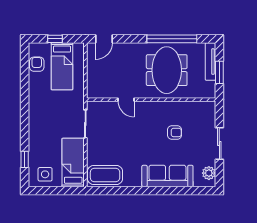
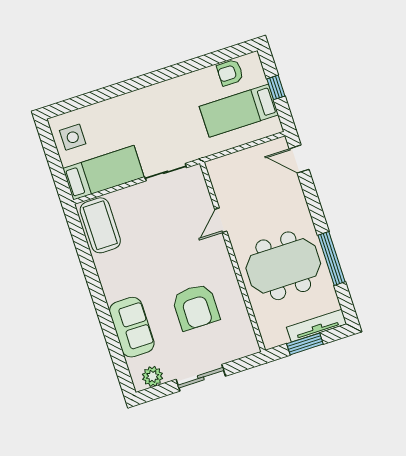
window: (172, 39) -> (331, 259), width x0.68
armchair: (37, 64) -> (230, 73), turned 180
armchair: (175, 132) -> (196, 307), width x1.88, depth x1.88
window: (25, 159) -> (85, 100), removed
sofa: (167, 176) -> (132, 327), width x0.73

